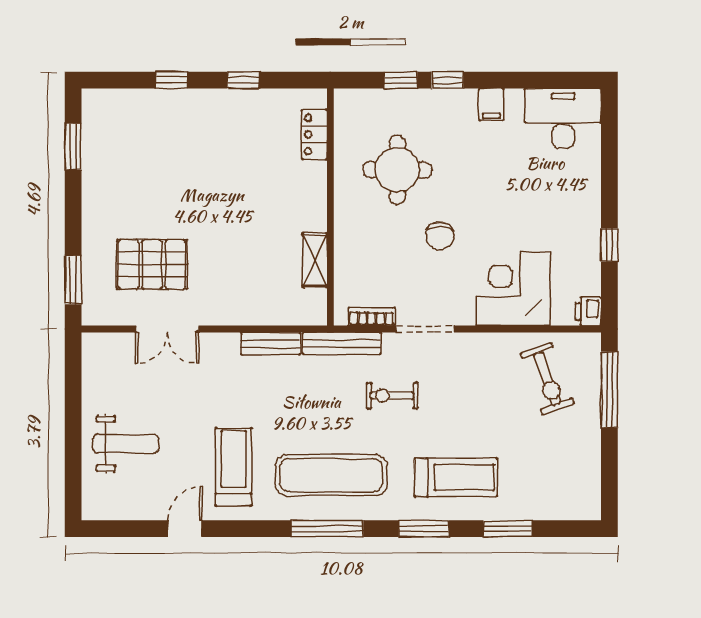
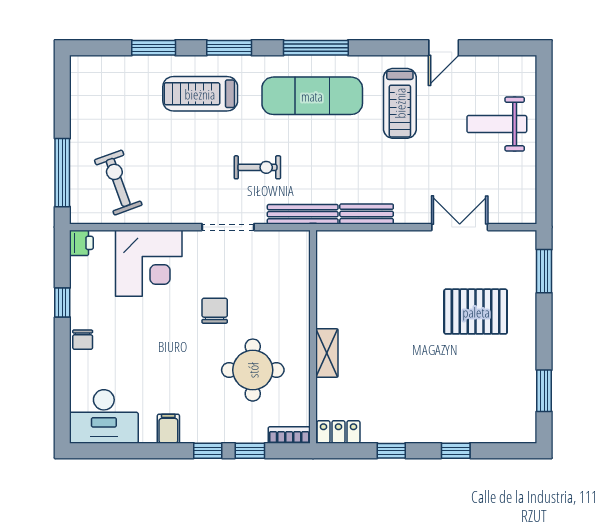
locker: (314, 134) -> (338, 432), moved, turned -90
chair: (587, 204) -> (83, 340), added
shelving: (315, 260) -> (327, 353), moved
pallet: (152, 265) -> (476, 312), moved
bookcase: (372, 316) -> (289, 435), moved, turned 180

